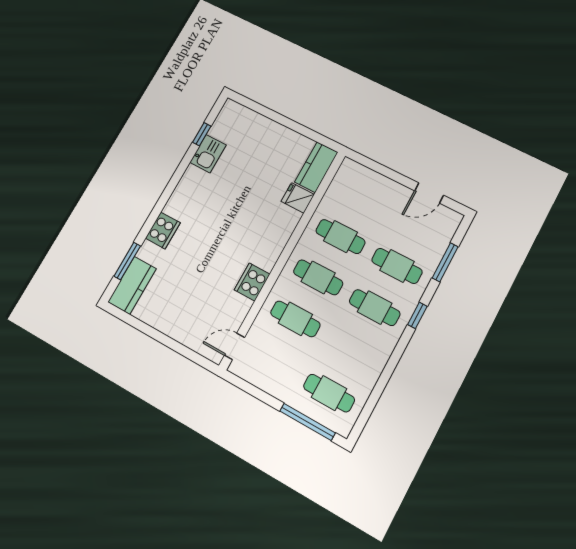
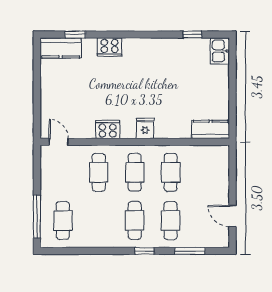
kitchen sink: (208, 154) -> (220, 51), moved, turned 90
fridge: (298, 198) -> (145, 128), moved
window: (127, 261) -> (75, 35), width x0.67

